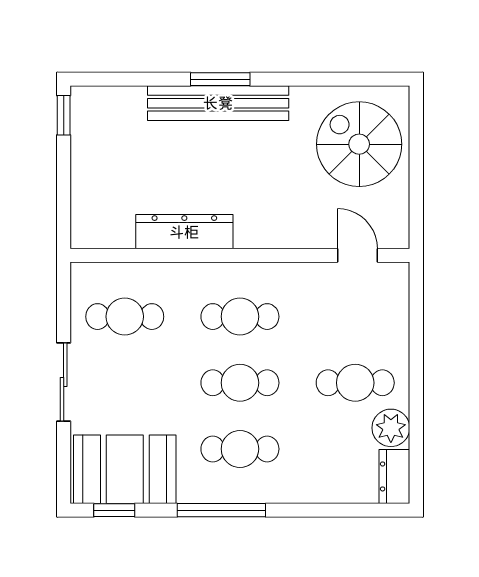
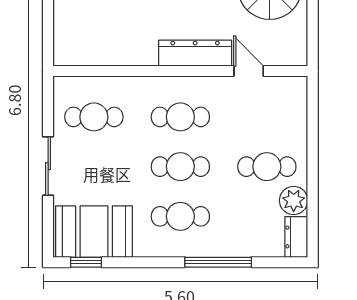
dresser: (184, 232) -> (195, 53), moved
door: (358, 255) -> (249, 71), moved
window: (221, 510) -> (218, 262), moved

